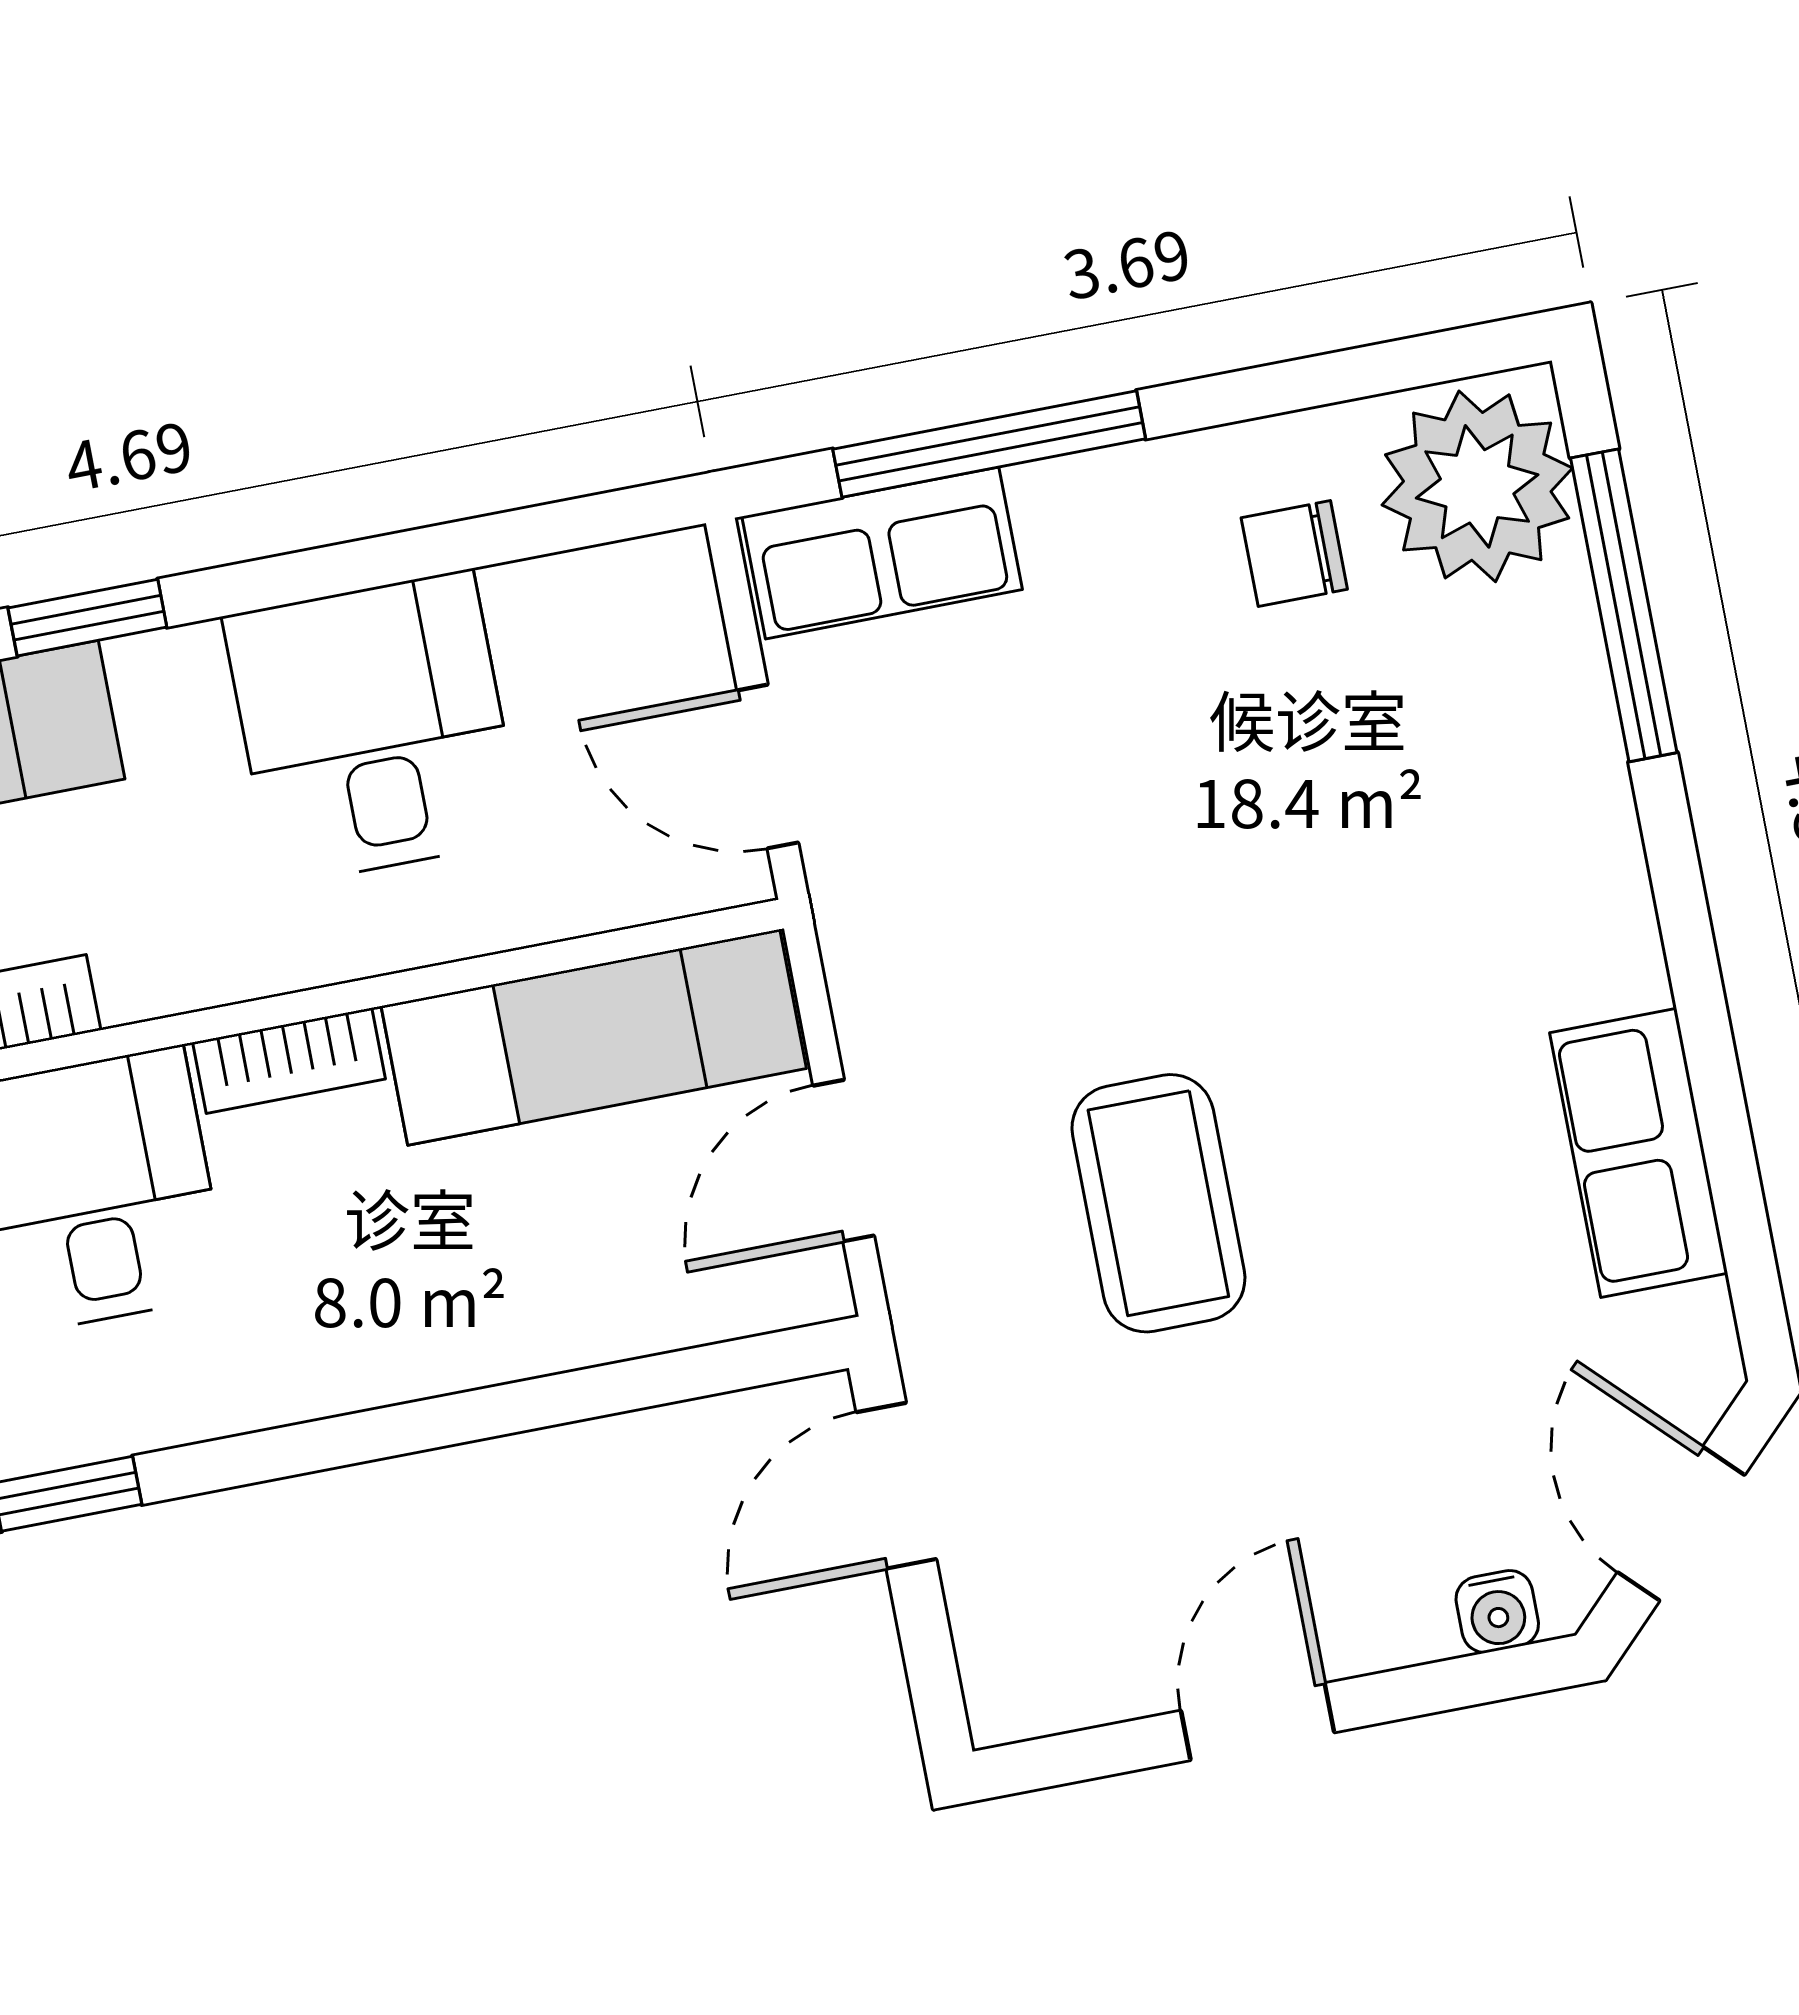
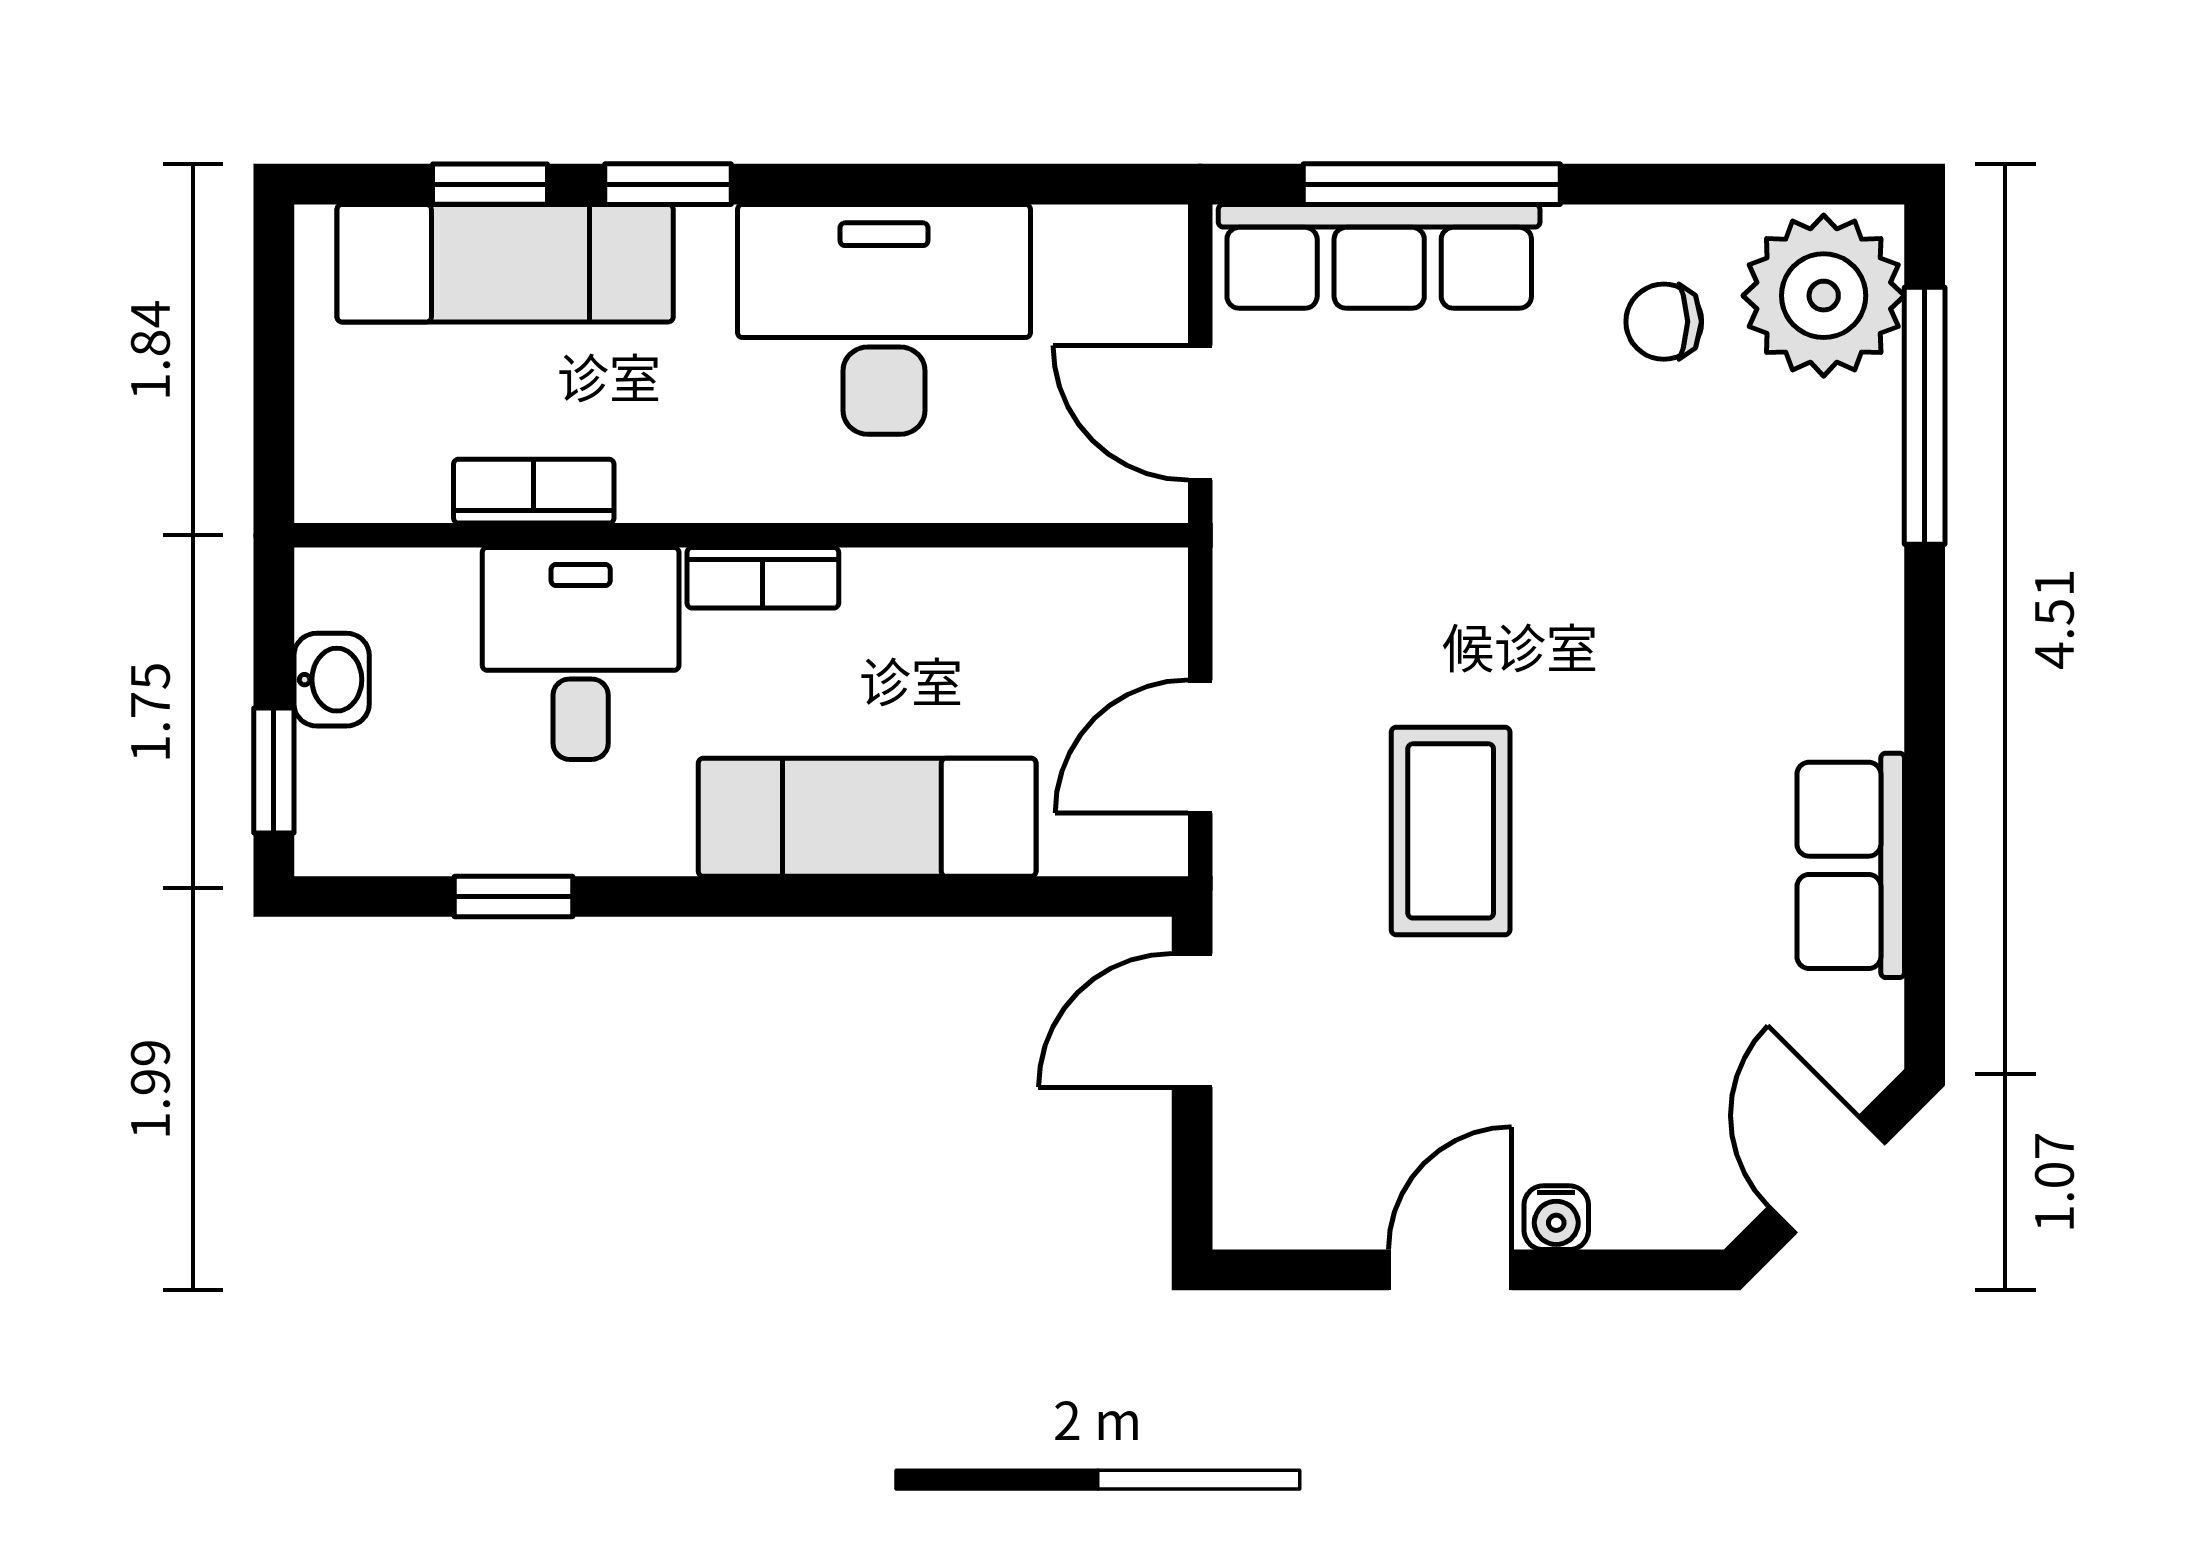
row of seats: (882, 553) -> (1379, 256), width x1.48
desk: (373, 728) -> (884, 319), width x1.37
exam couch: (594, 1037) -> (867, 817), moved, turned 180
water cooler: (1497, 1611) -> (1556, 1218), moved

